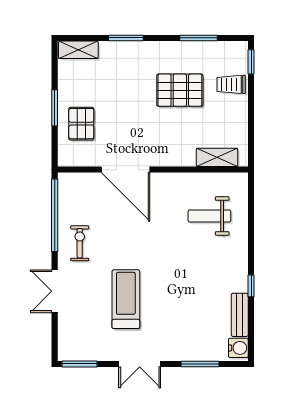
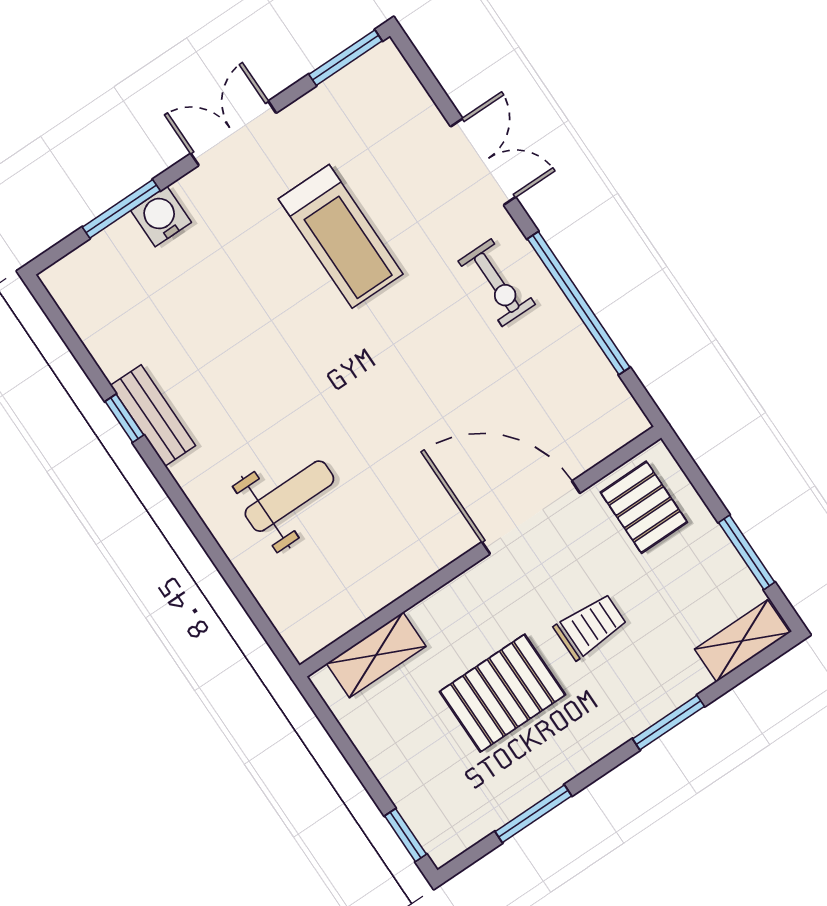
trolley: (231, 84) -> (590, 626), moved
window: (55, 108) -> (747, 552), moved
shelving: (217, 157) -> (376, 655), moved
door: (126, 170) -> (531, 517), moved
wall: (153, 170) -> (480, 552), moved
bench: (240, 315) -> (153, 415), moved
water cooler: (238, 348) -> (161, 216), moved, turned 90

